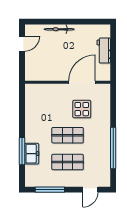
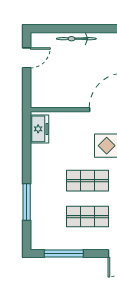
freezer: (32, 154) -> (39, 129), moved

